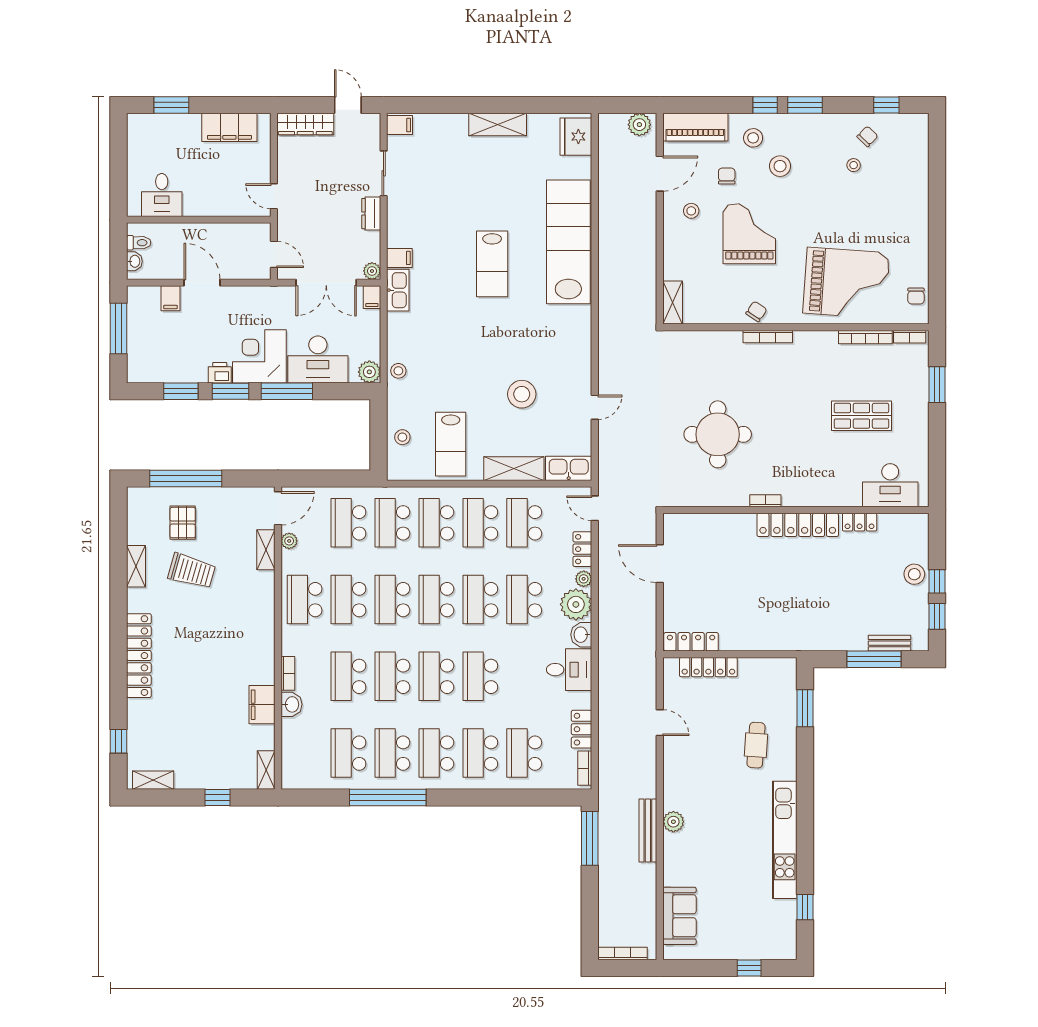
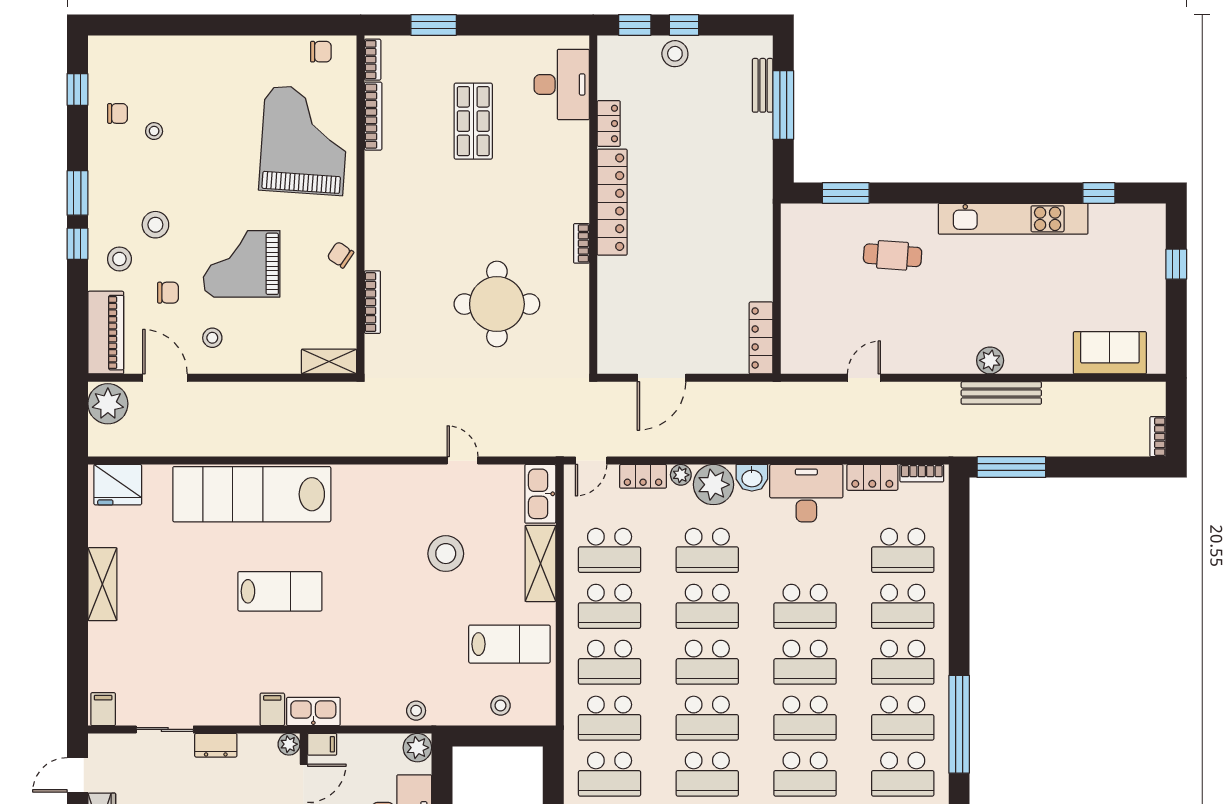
plant: (639, 125) -> (108, 404), width x1.36, depth x1.36
chair: (867, 136) -> (118, 113), turned 136
chair: (727, 176) -> (168, 293), turned 180
bookcase: (768, 337) -> (372, 302), moved
window: (937, 616) -> (635, 25), moved
locker: (708, 667) -> (793, 316), removed
desk: (569, 670) -> (806, 493), width x1.37
bookcase: (622, 954) -> (1158, 437), width x0.64

